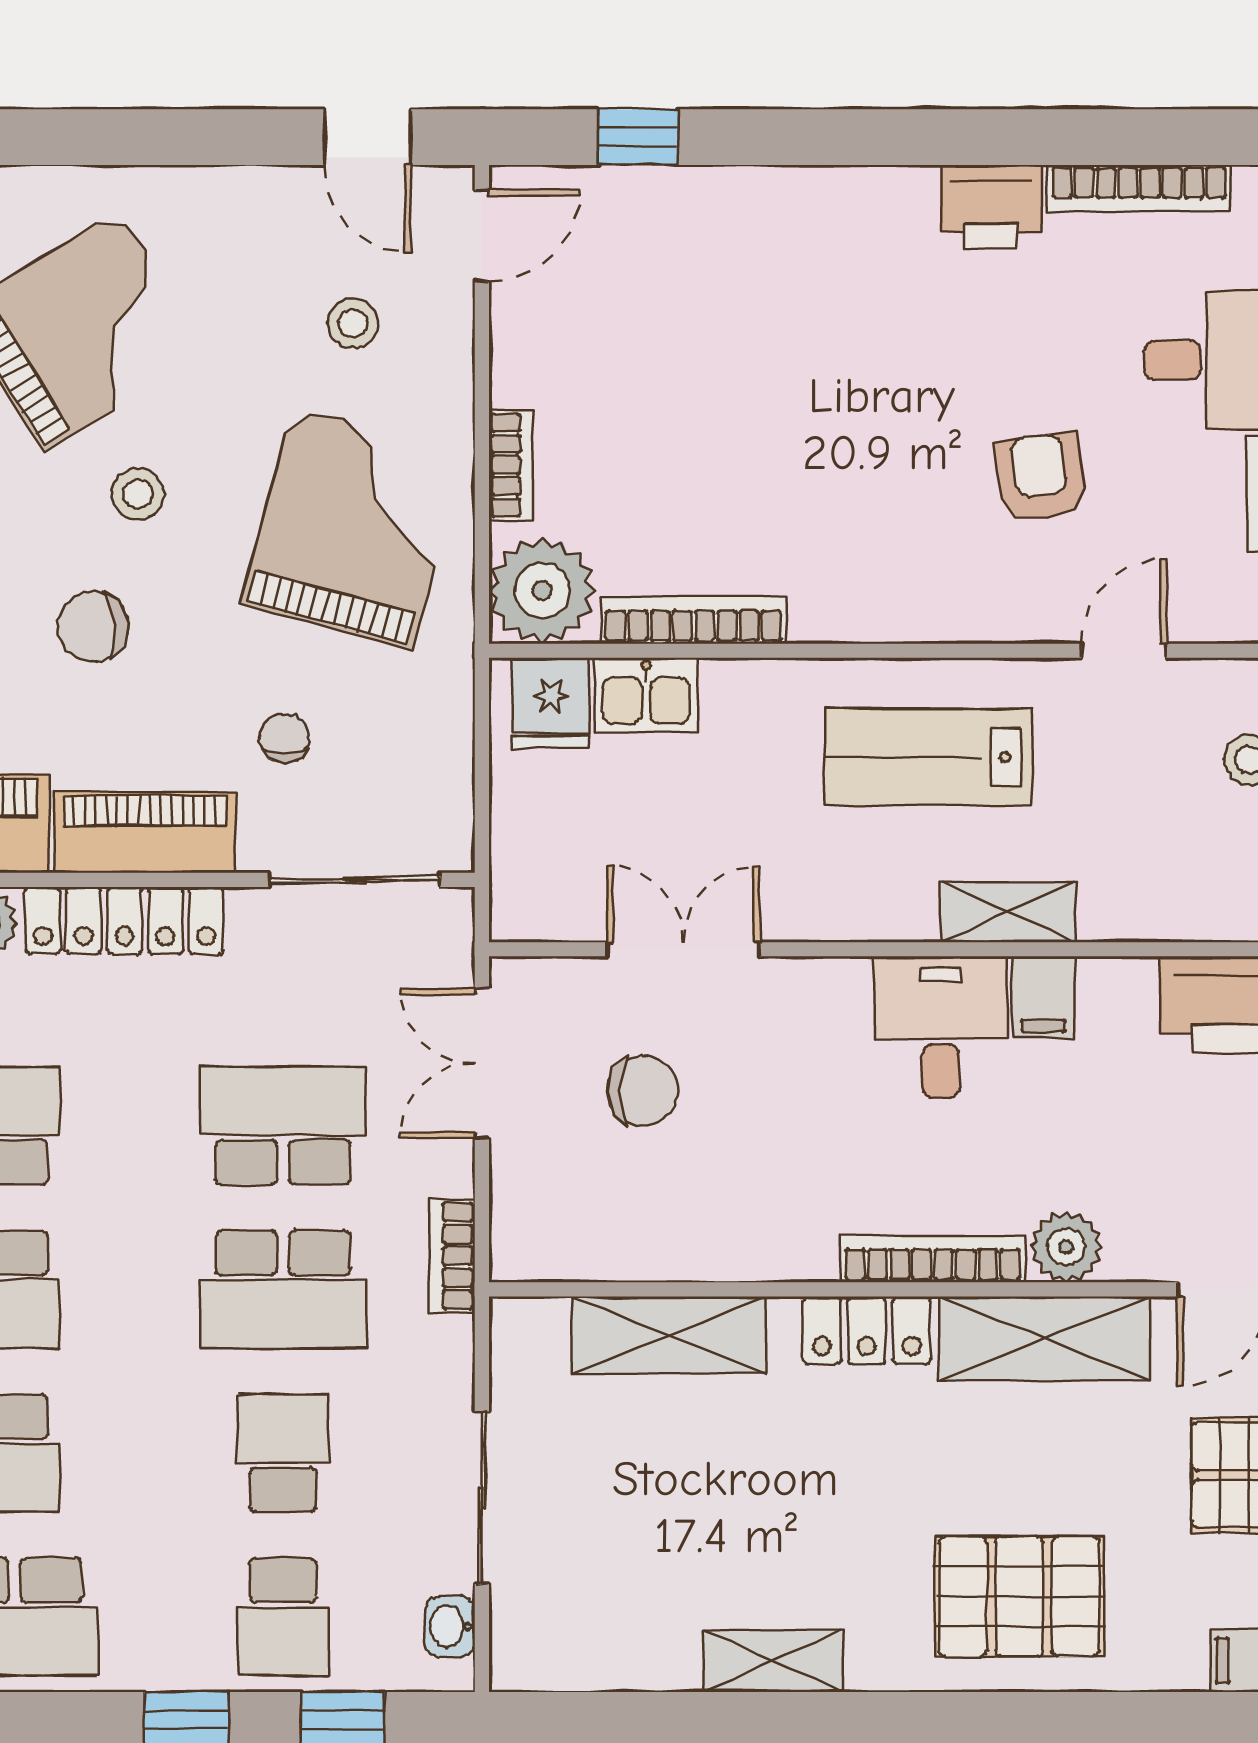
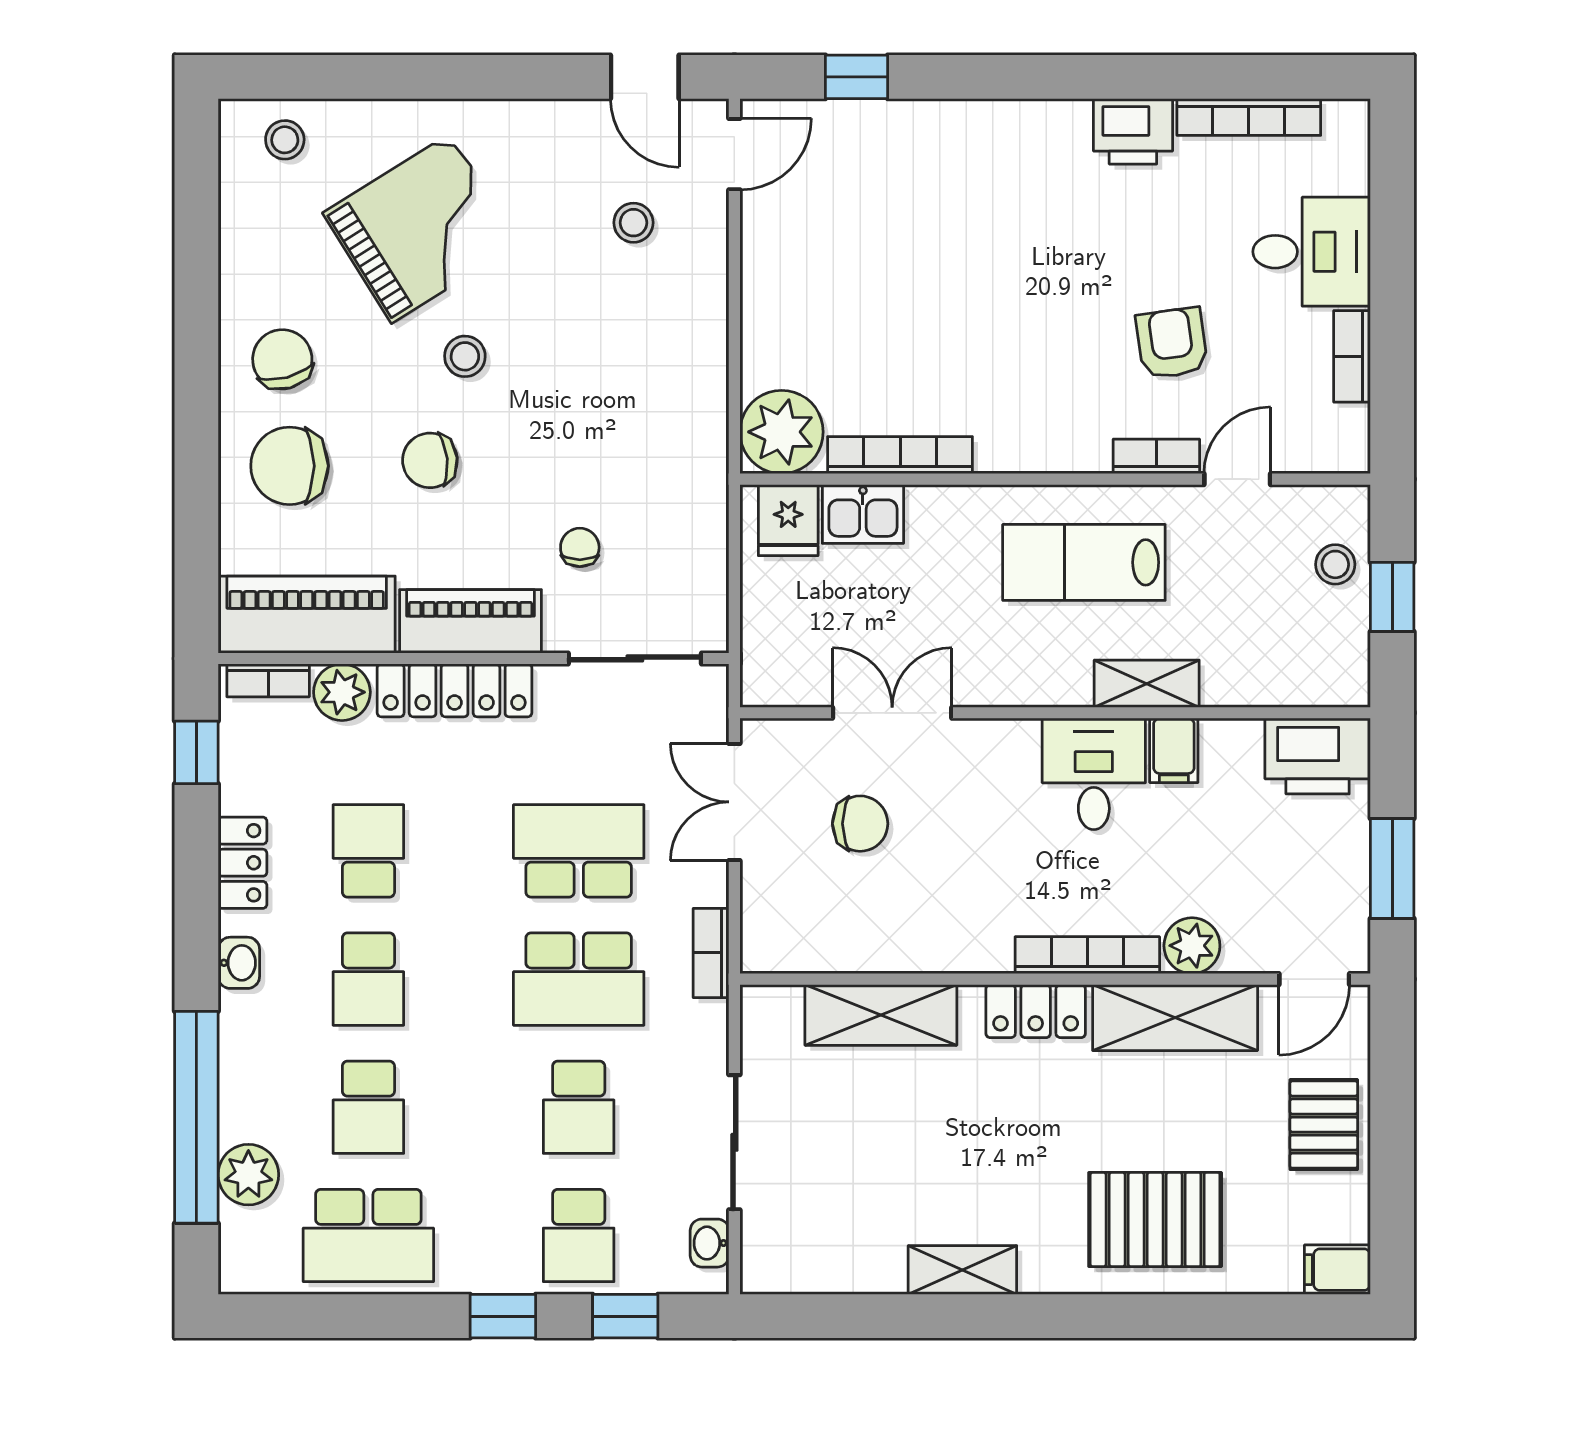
bookcase: (511, 465) -> (1156, 456), moved, turned -90
grand piano: (353, 528) -> (633, 383), removed
school desk: (283, 1453) -> (579, 1107), turned 180

